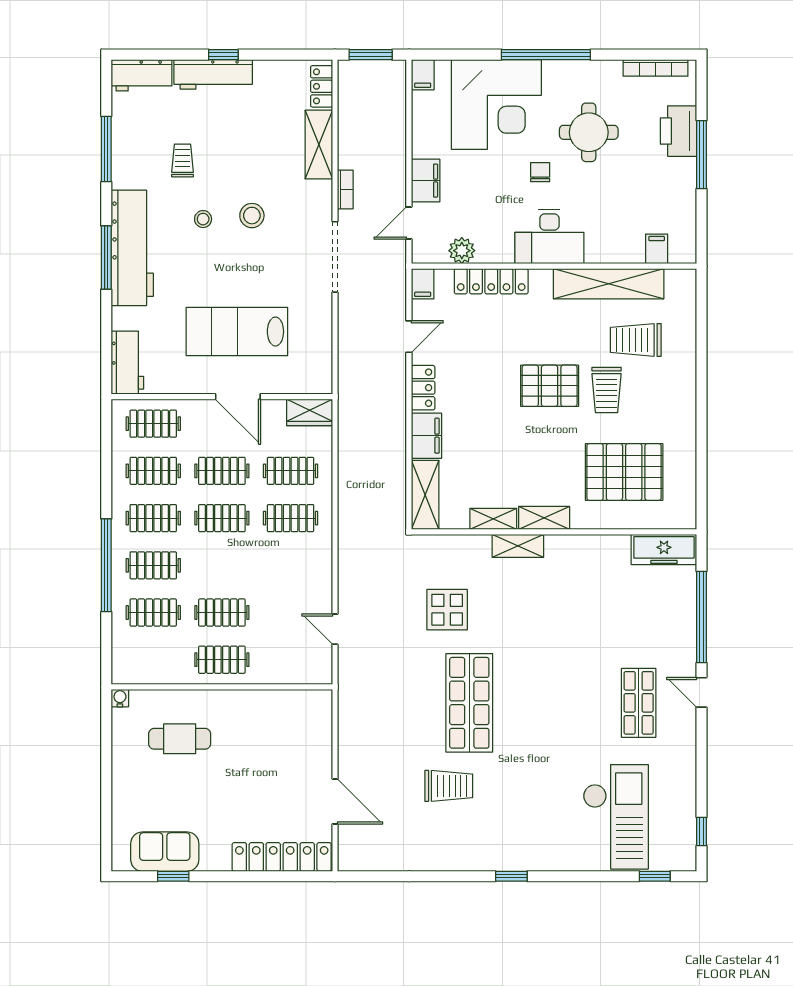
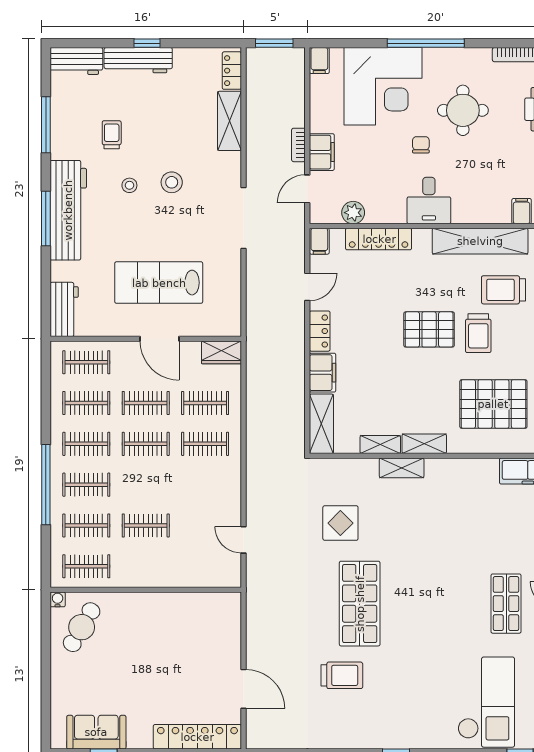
bookcase: (345, 189) -> (298, 145), moved, turned 180
desk: (549, 237) -> (429, 201), width x0.73
clothes rail: (222, 660) -> (86, 566), moved
cafe table: (180, 739) -> (82, 627), moved, turned -60

